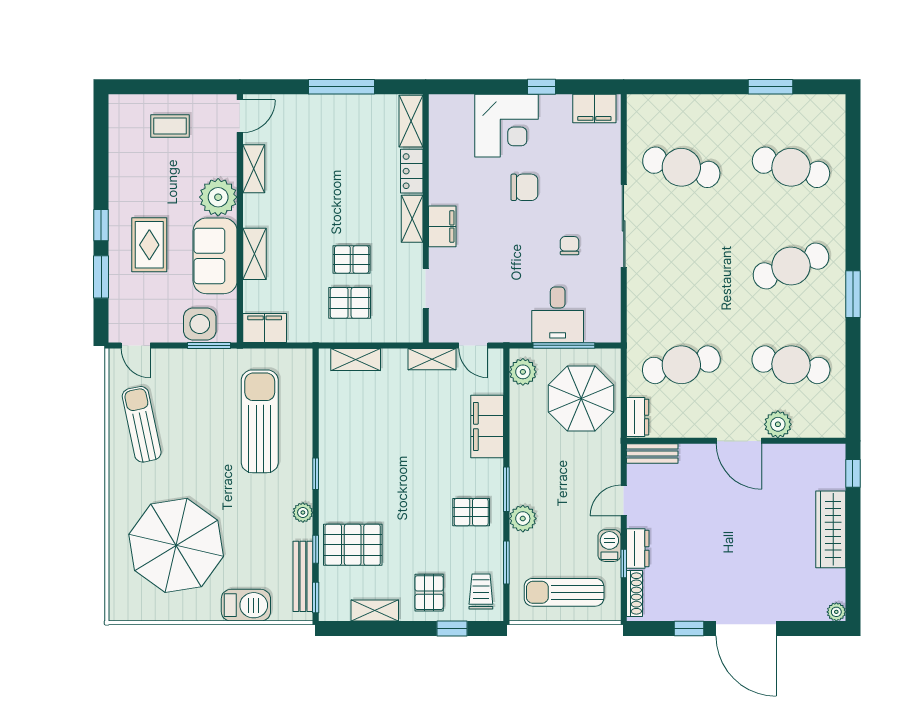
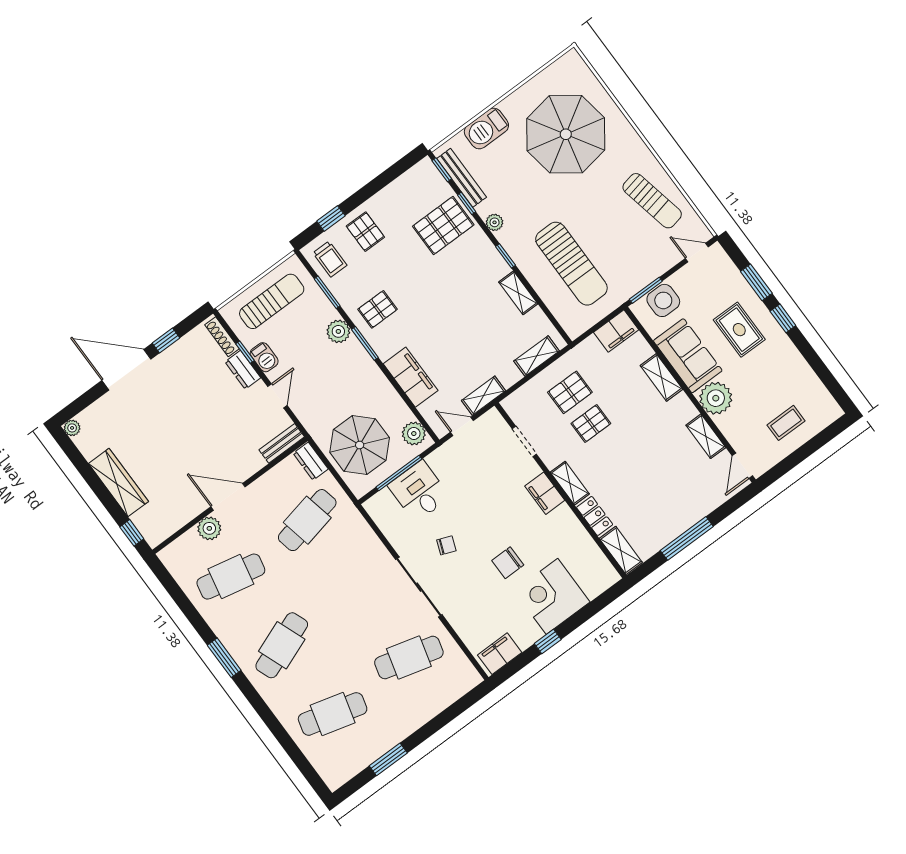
chair: (570, 246) -> (446, 545), turned -69
shelving: (375, 611) -> (518, 293), moved, turned 90

